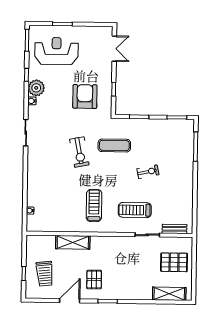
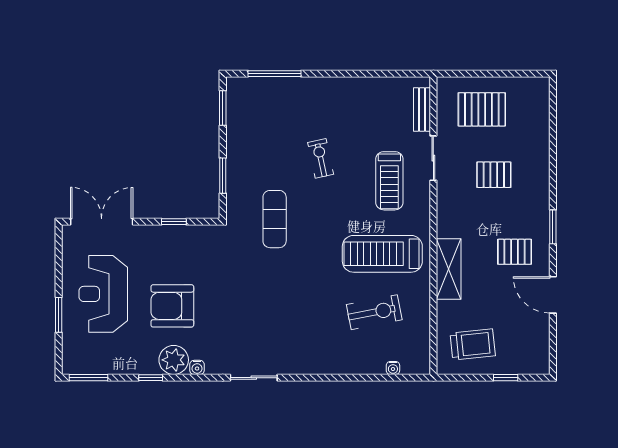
double door: (114, 49) -> (102, 222), width x1.37
reception desk: (56, 51) -> (103, 294), moved
armchair: (85, 96) -> (172, 306), moved
exercise bike: (79, 152) -> (374, 312), moved
treadmill: (94, 206) -> (382, 254), width x1.37, depth x1.38
shelving: (73, 242) -> (449, 269), moved
pallet: (174, 262) -> (482, 109), turned 90
pallet: (137, 269) -> (494, 175), added
trolley: (45, 274) -> (473, 344), moved
shelving: (169, 294) -> (538, 117), removed

